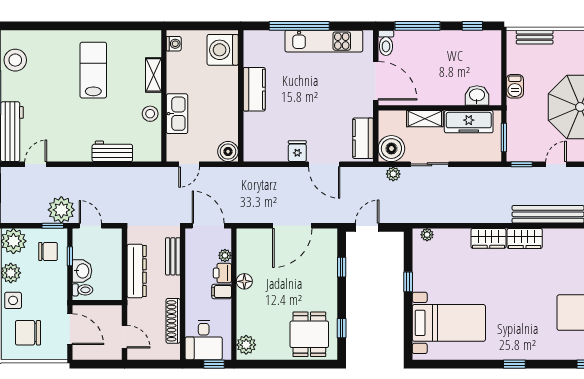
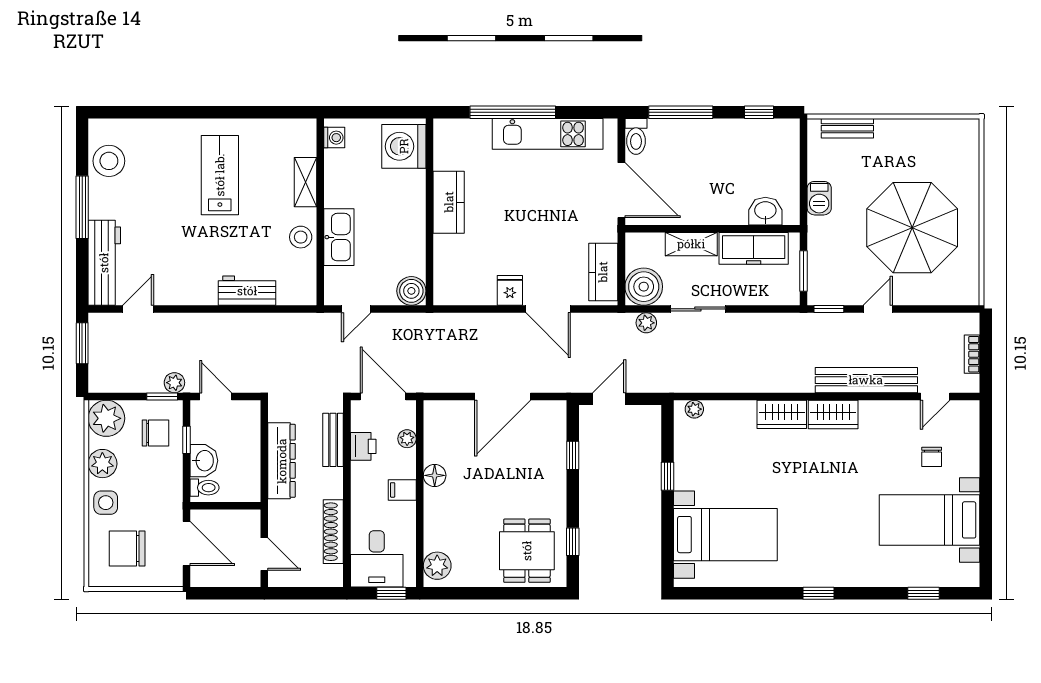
plant: (61, 210) -> (174, 383), width x0.53, depth x0.53
printer: (222, 273) -> (363, 446), moved, turned 180

